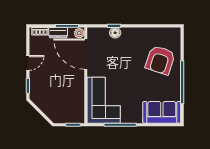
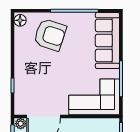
floor lamp: (115, 33) -> (20, 20), moved
sofa: (162, 112) -> (107, 40), width x1.36

